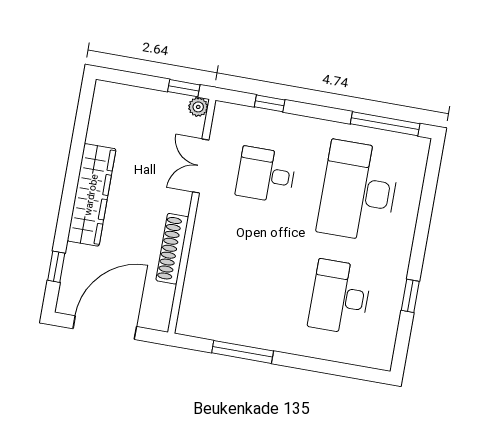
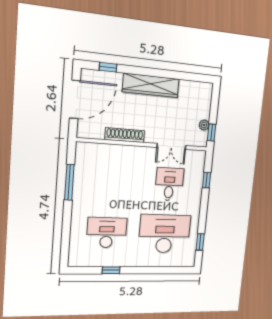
plant: (198, 107) -> (204, 125), moved
window: (385, 124) -> (200, 242), width x0.46
double door: (201, 166) -> (171, 146), swing flipped
door: (105, 328) -> (75, 99), hinge flipped

